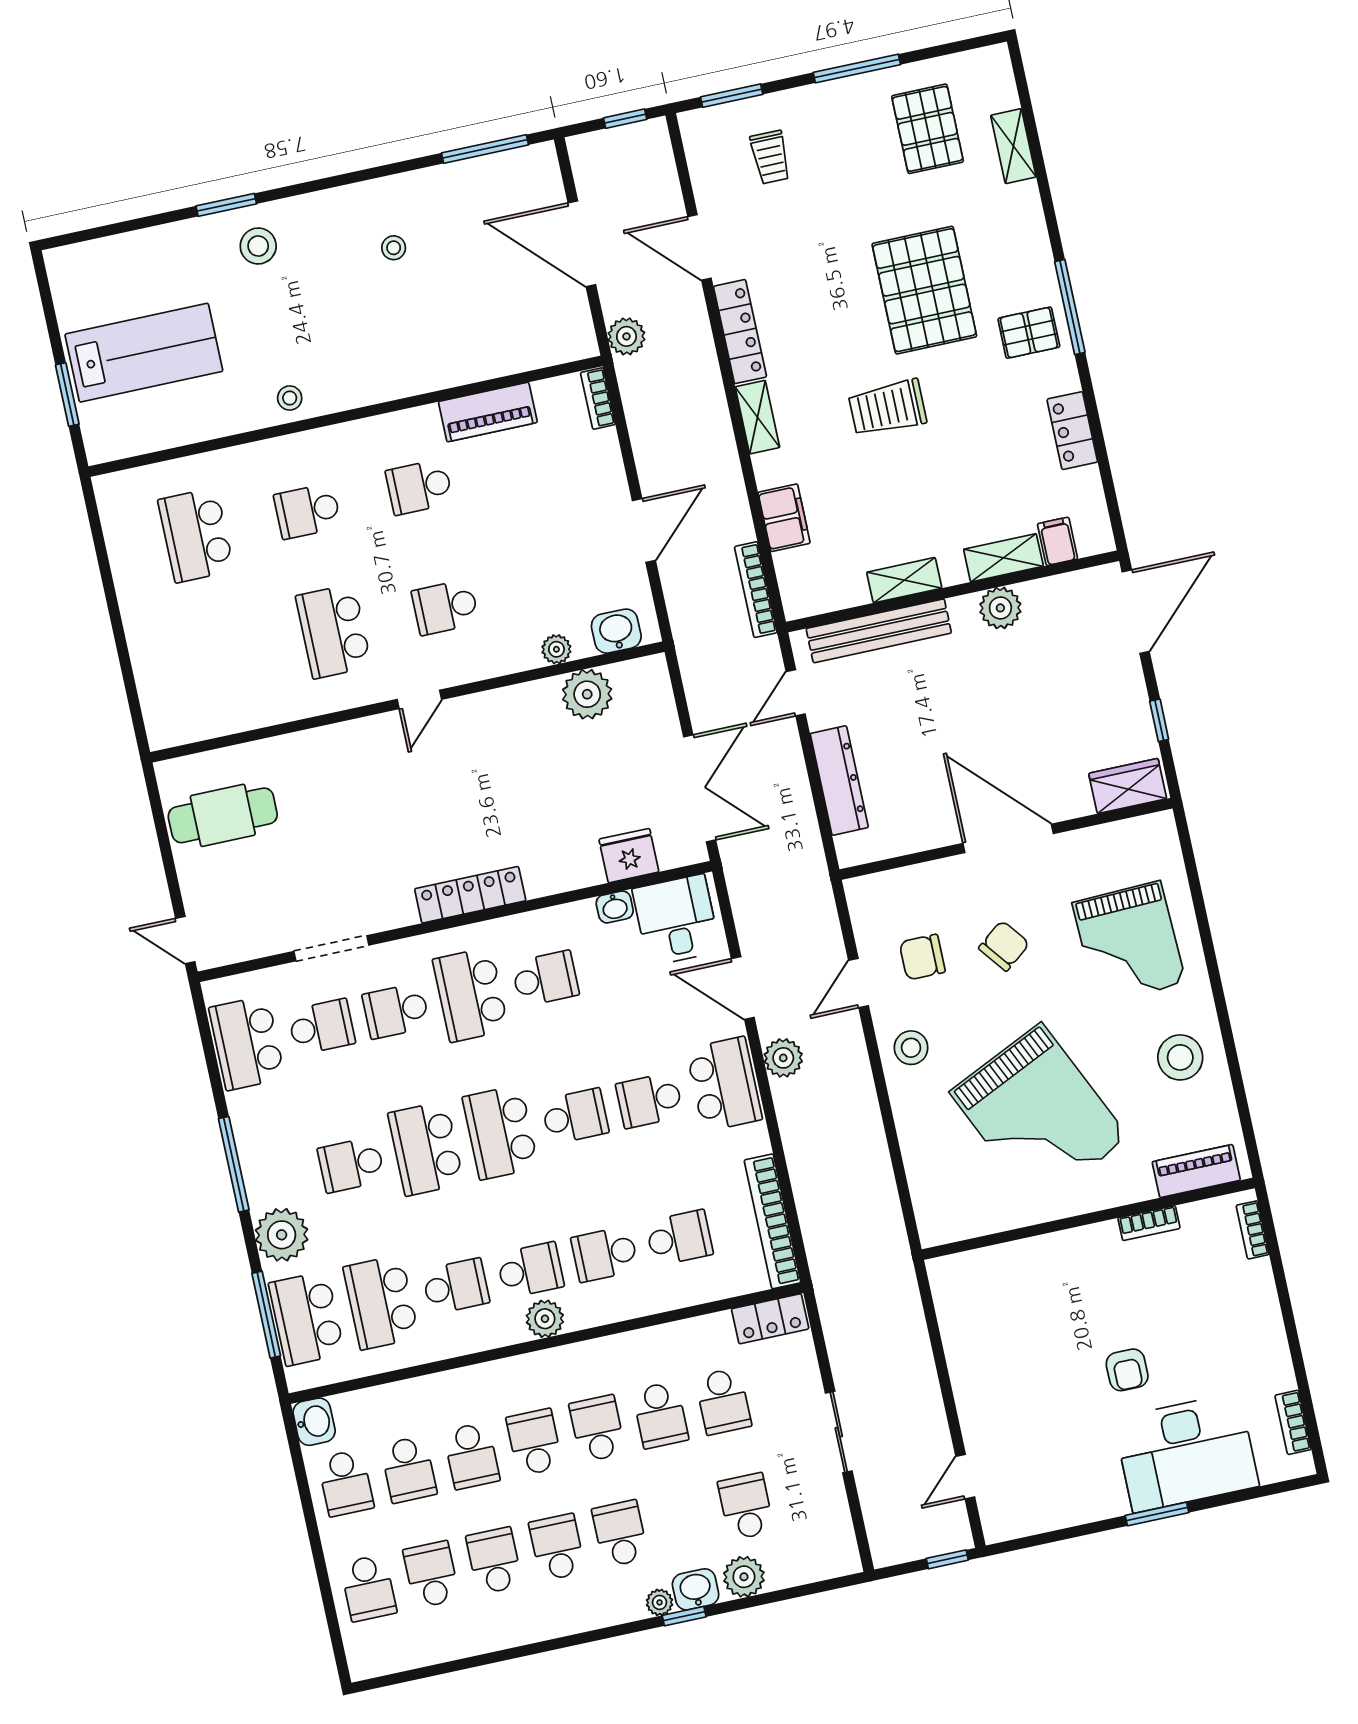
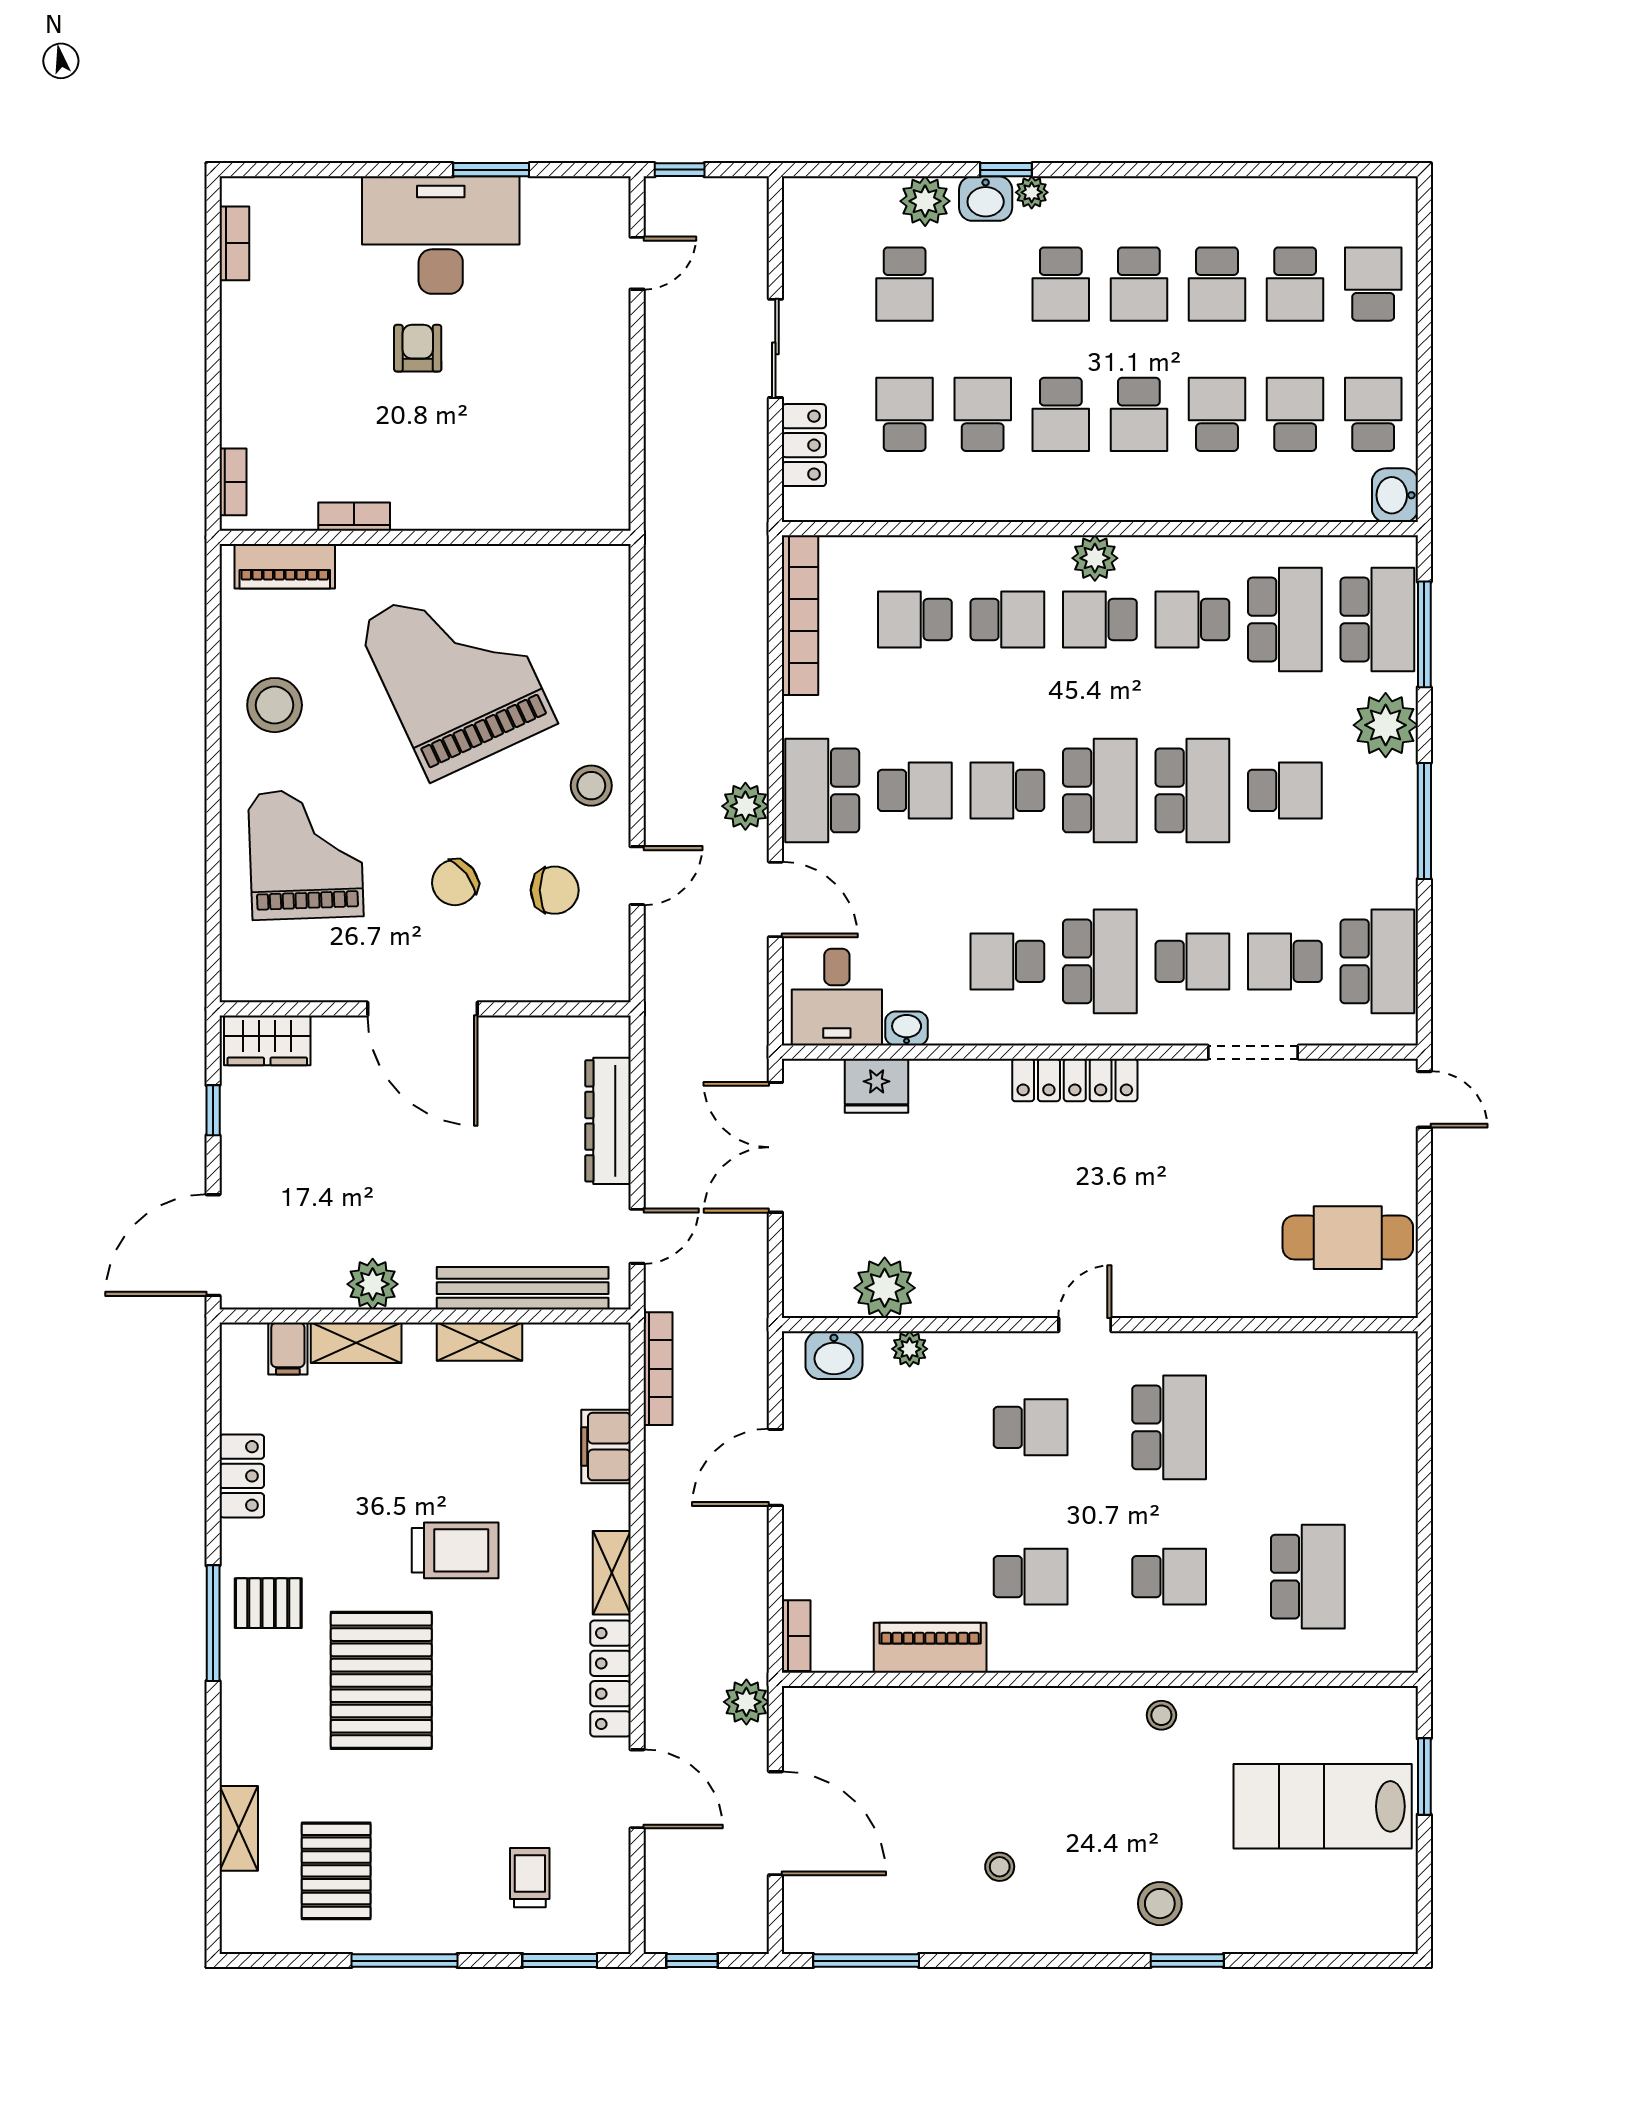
locker: (770, 1319) -> (804, 445), moved, turned 90
desk: (1186, 1452) -> (441, 235), moved
window: (1157, 1514) -> (491, 170), moved

